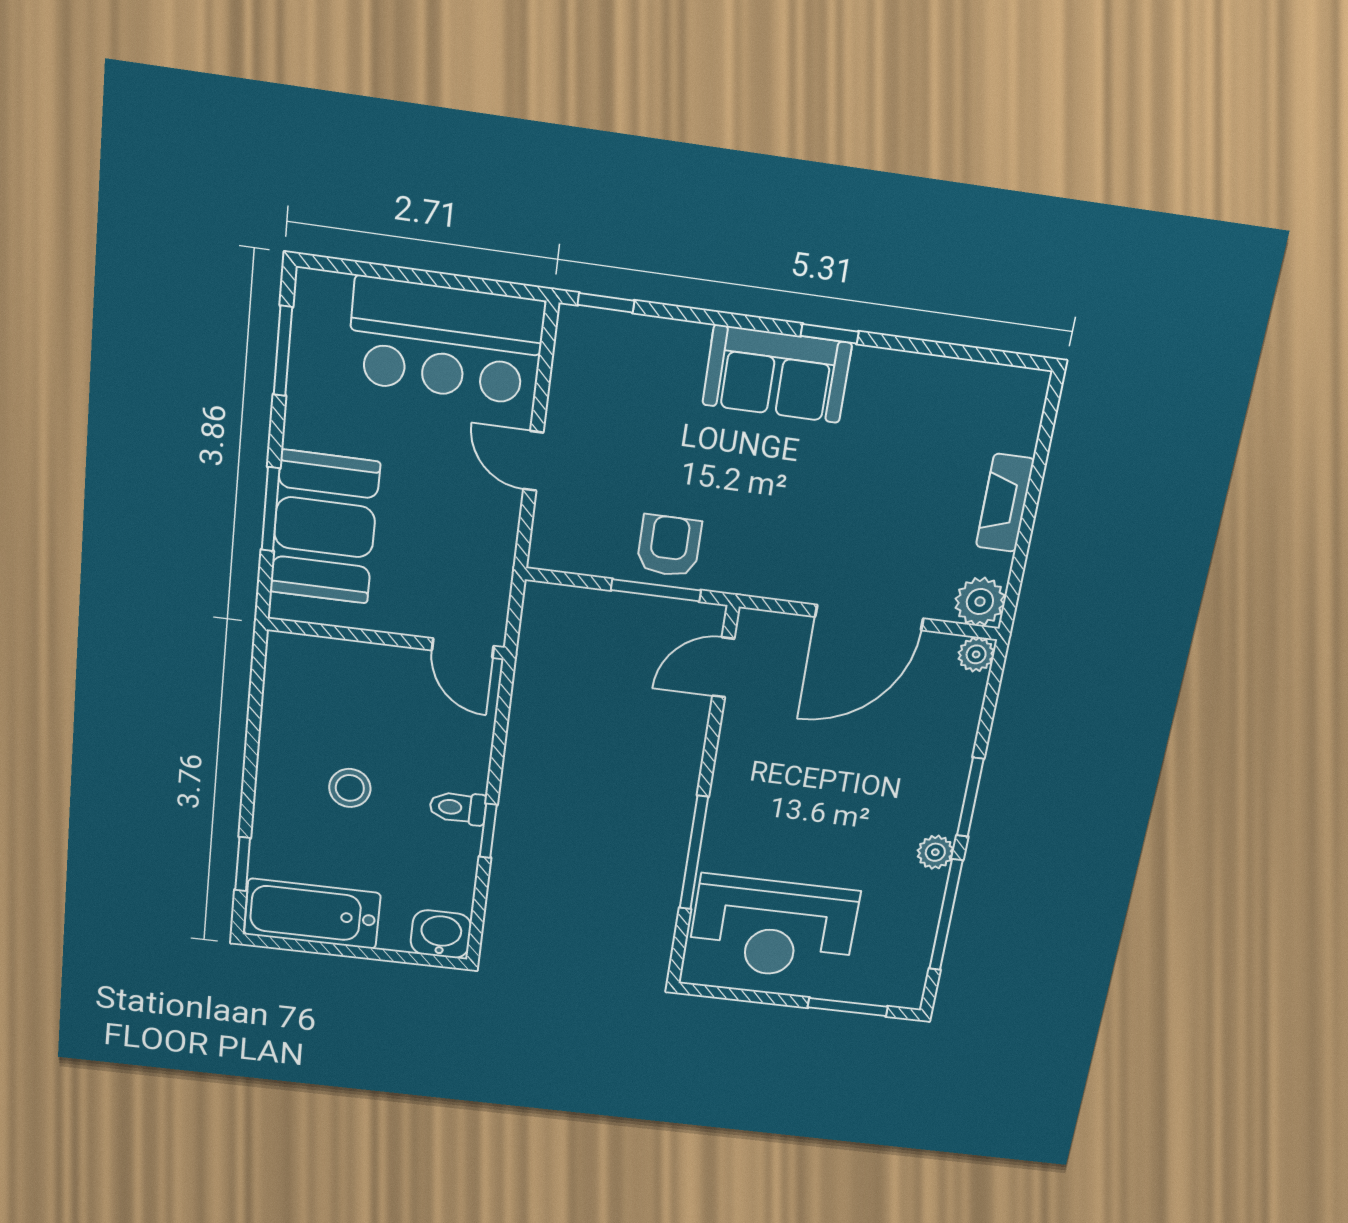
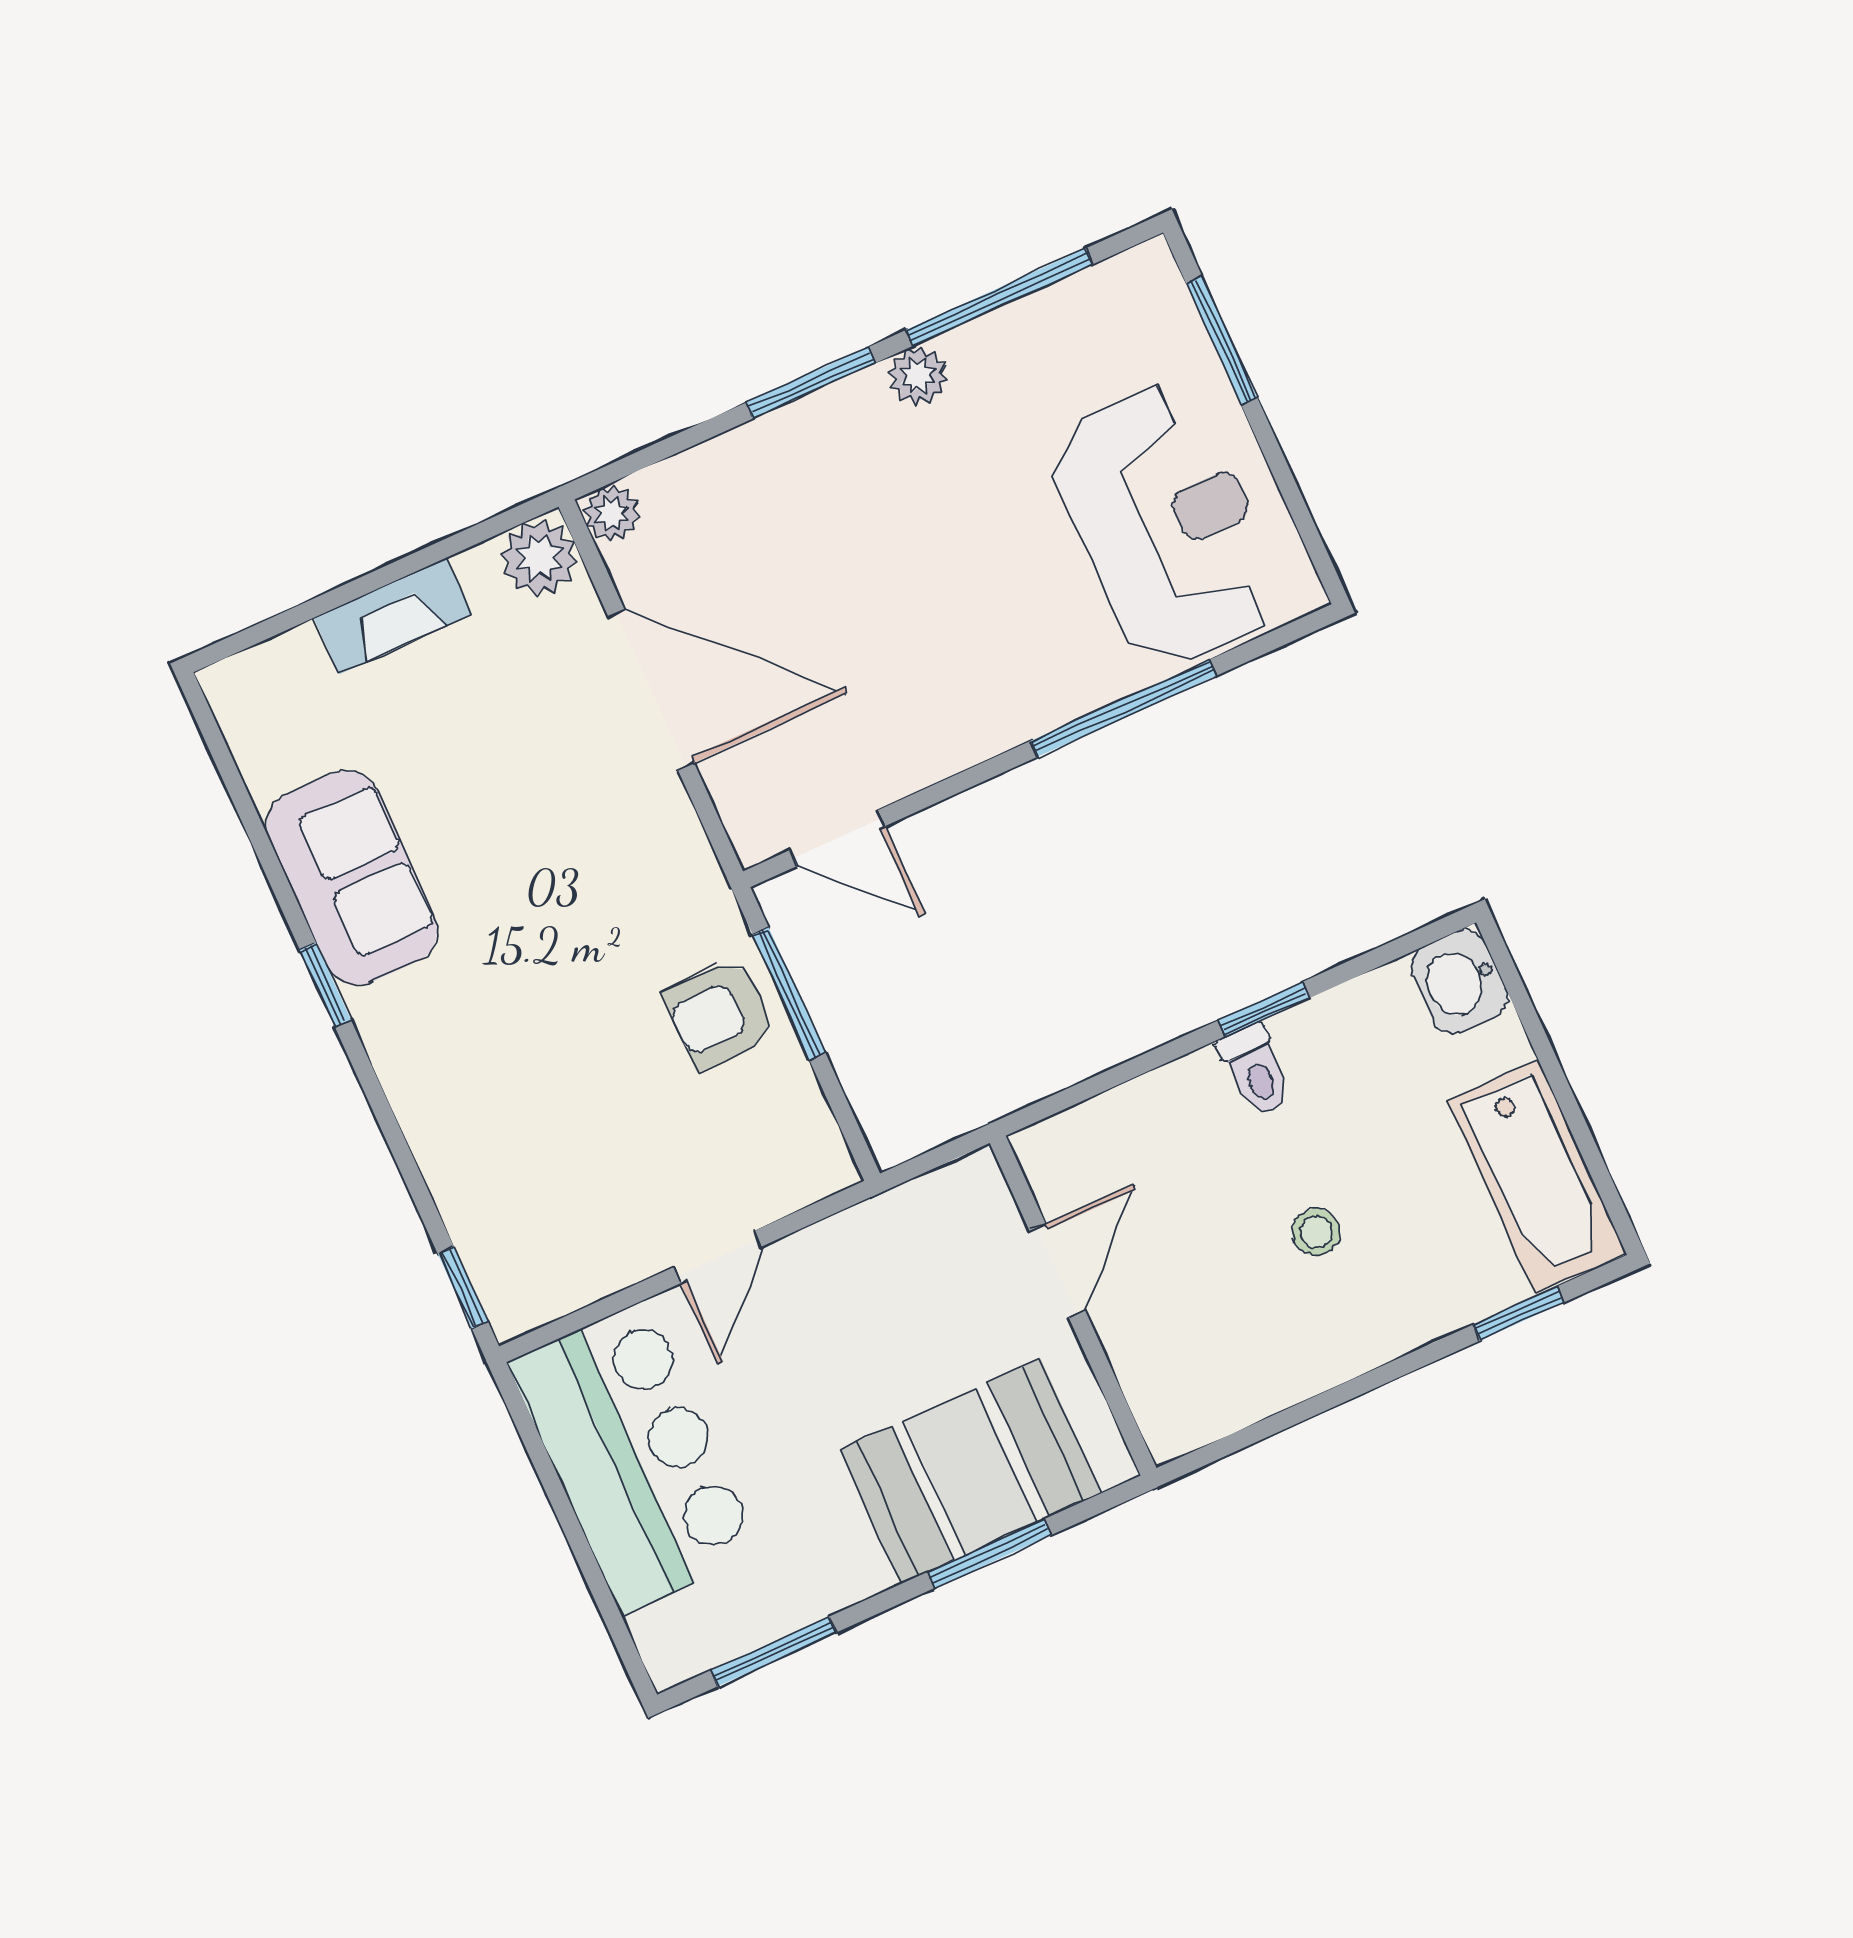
sofa: (777, 374) -> (352, 878), moved
door: (463, 648) -> (1057, 1270), moved
stool: (350, 788) -> (1316, 1232), width x0.73, depth x0.73

